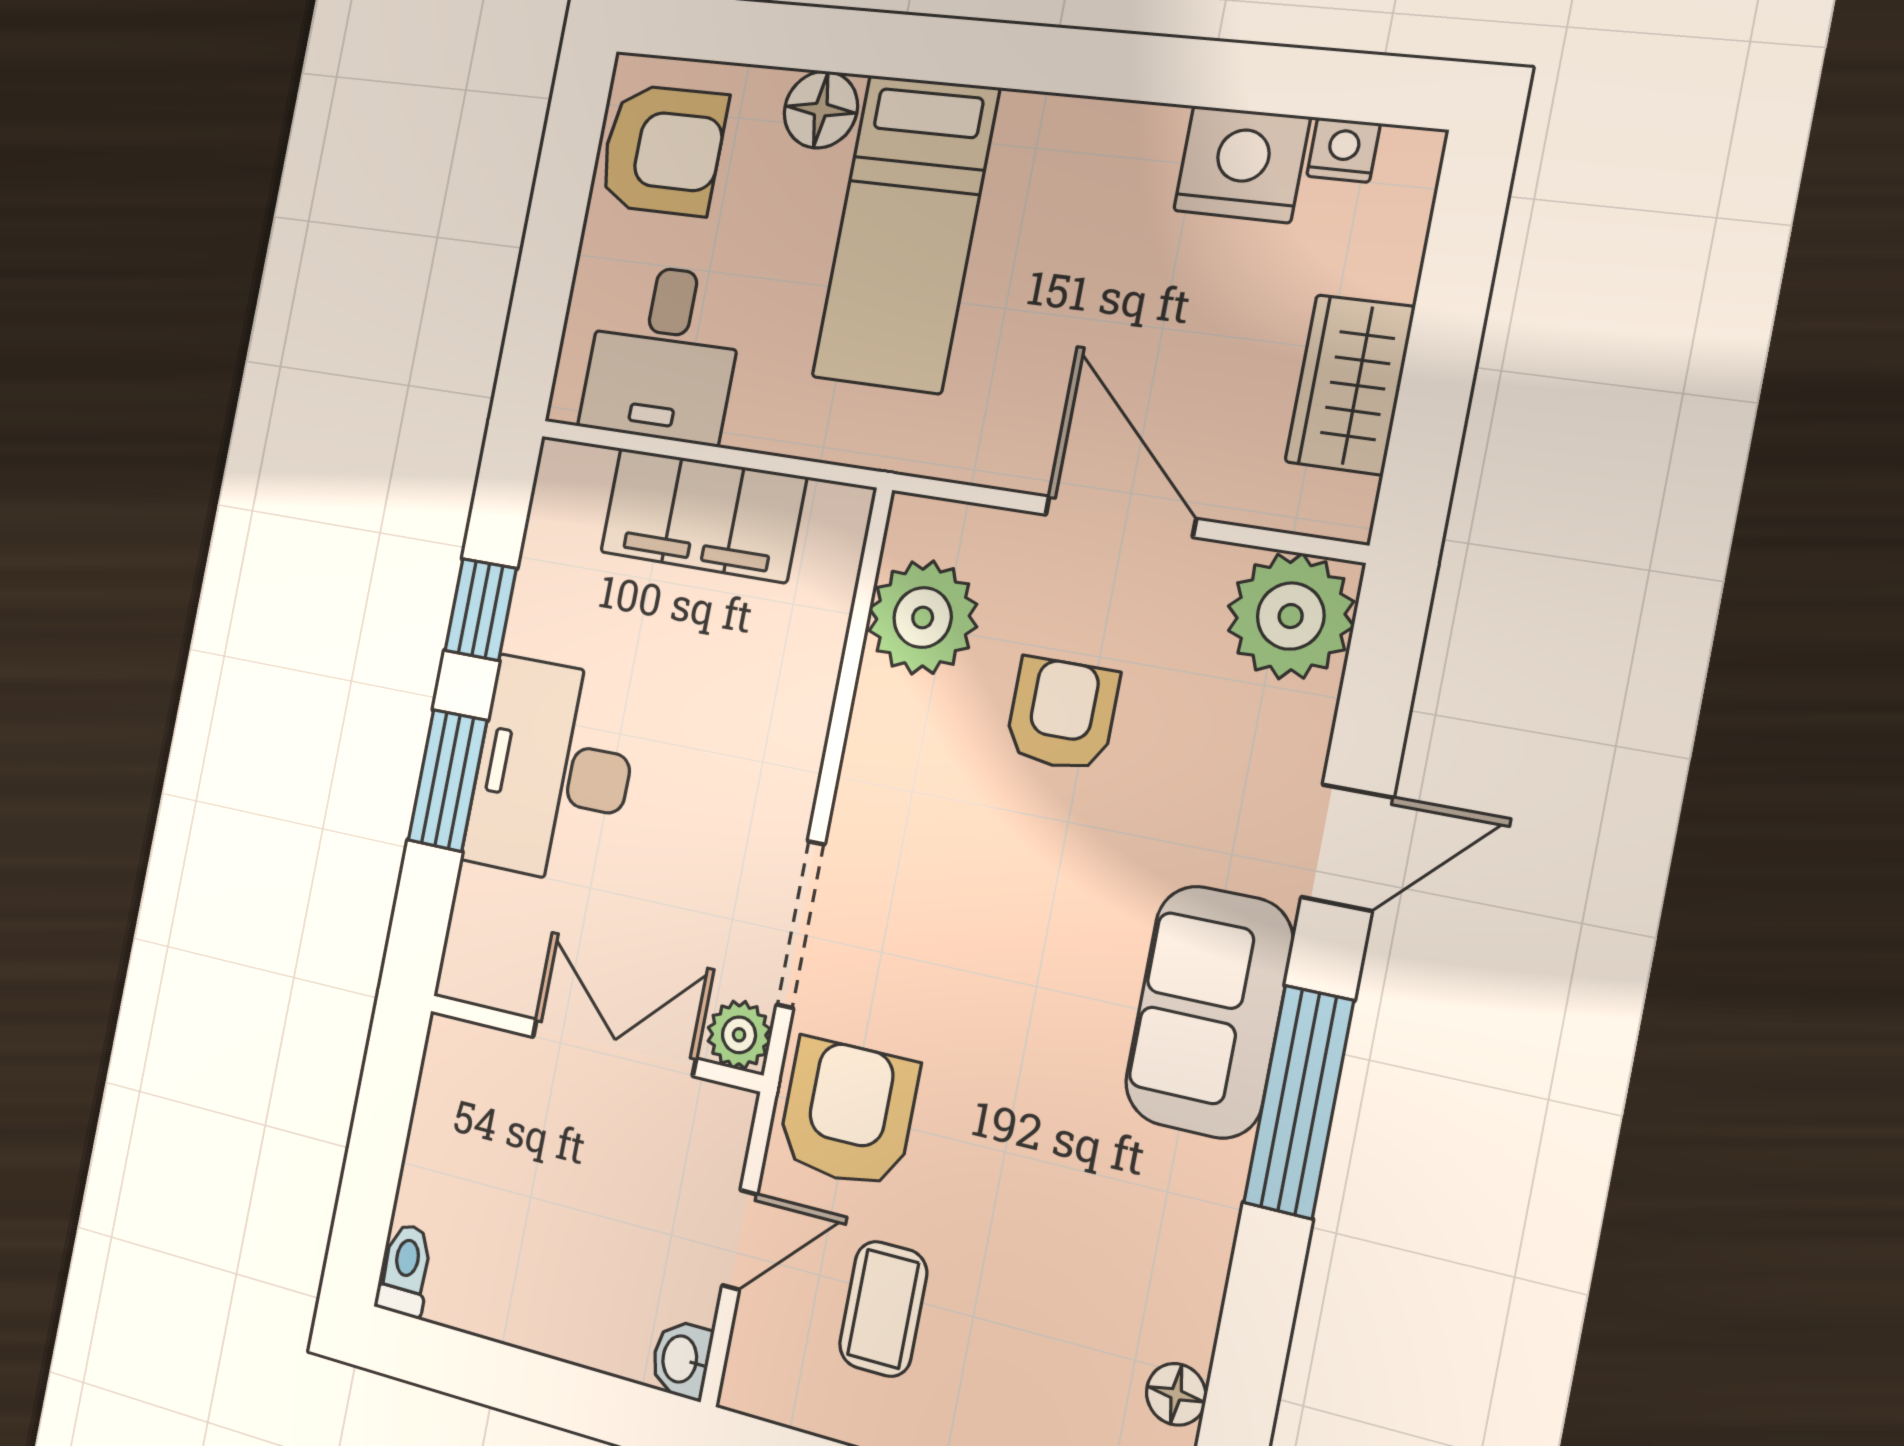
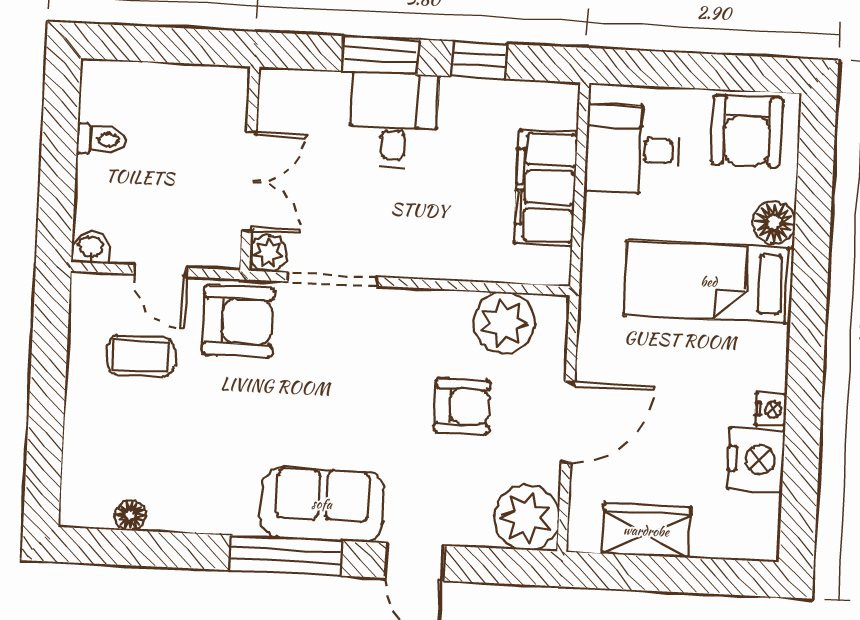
nightstand: (1343, 150) -> (771, 410), moved
desk: (553, 771) -> (394, 120), width x0.73
toilet: (405, 1270) -> (102, 139), moved

